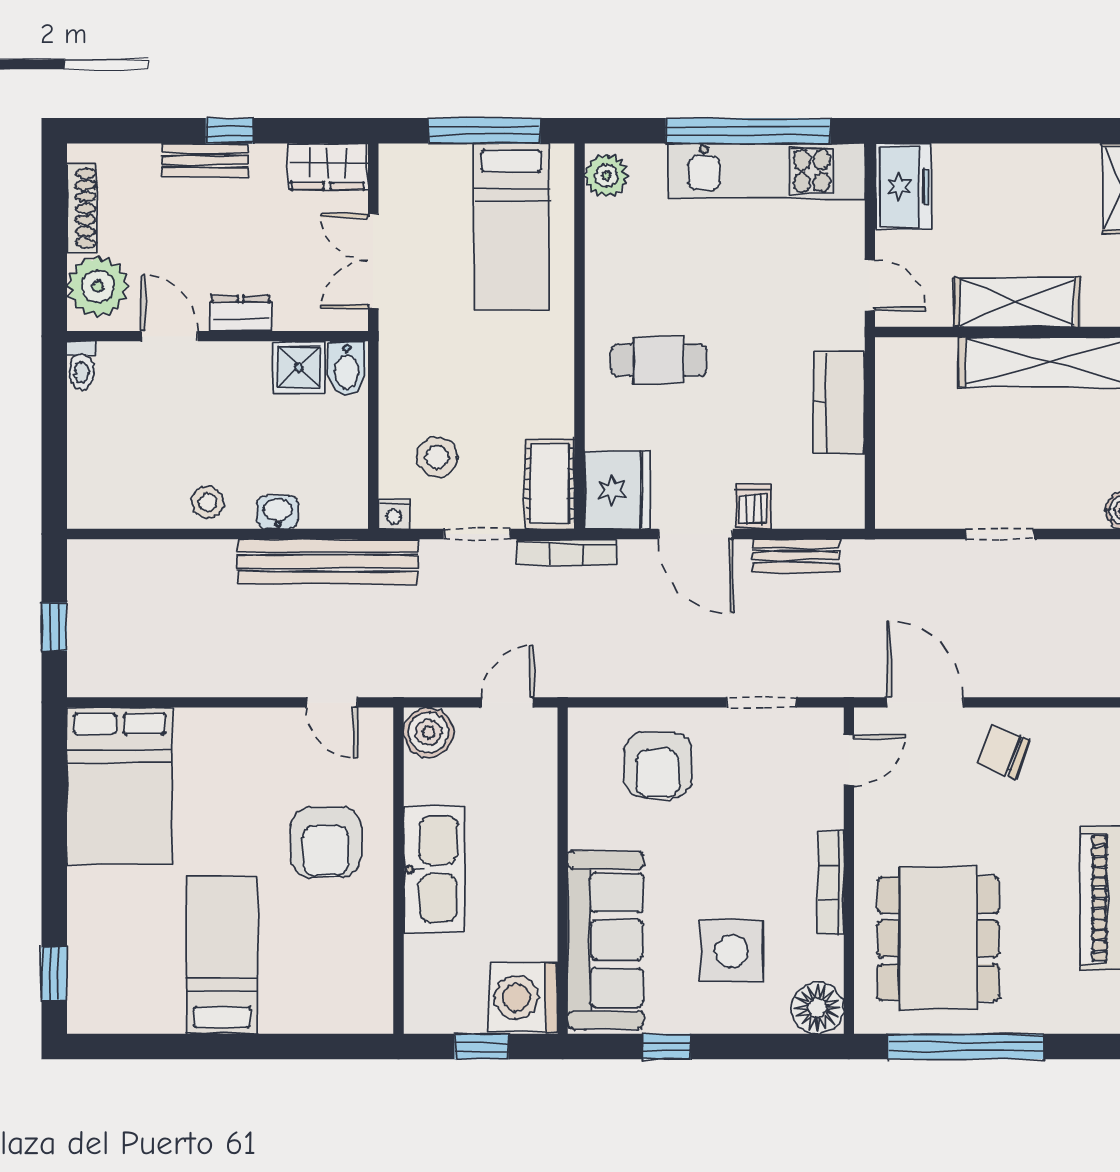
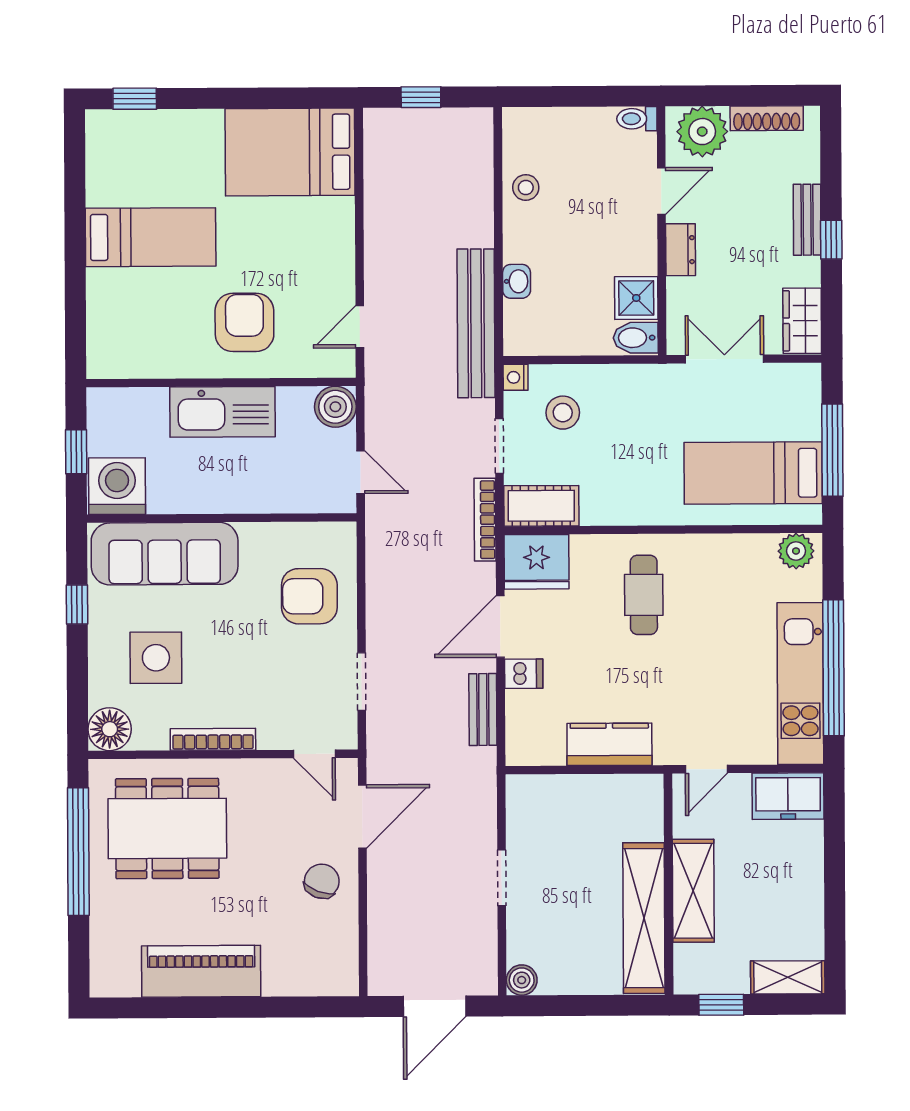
stool: (208, 502) -> (526, 188), moved
armchair: (326, 842) -> (244, 322), turned 90

